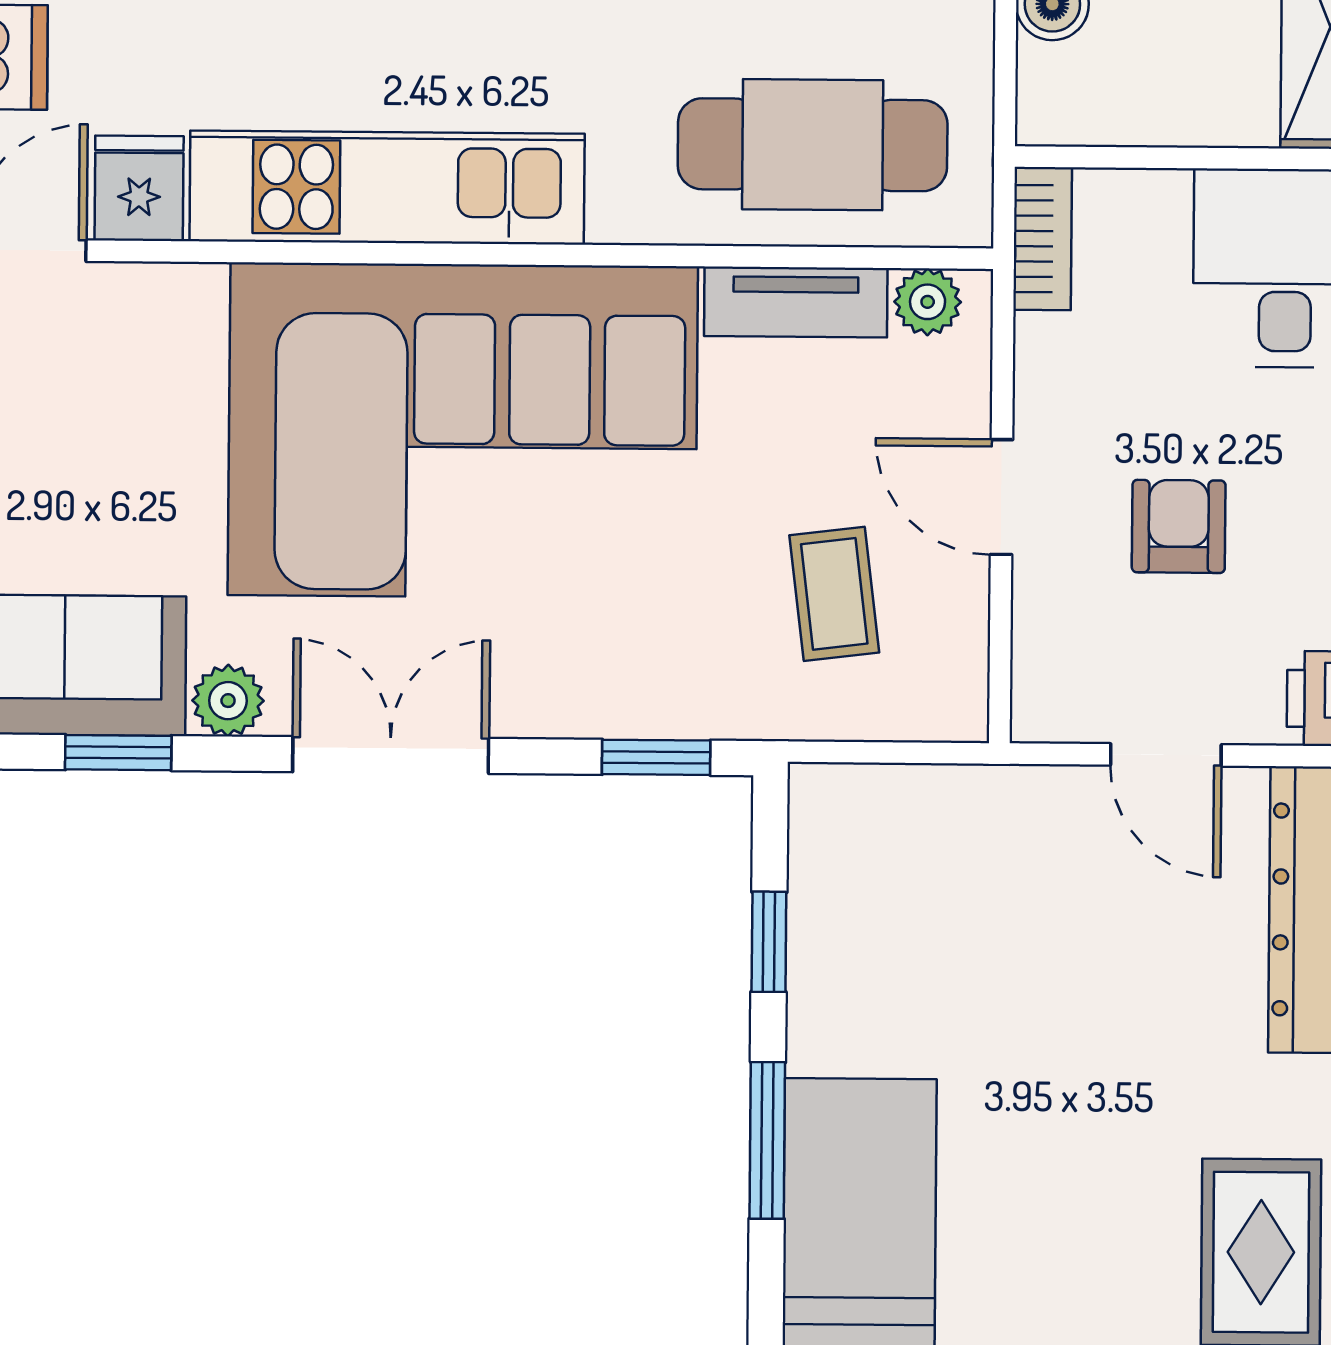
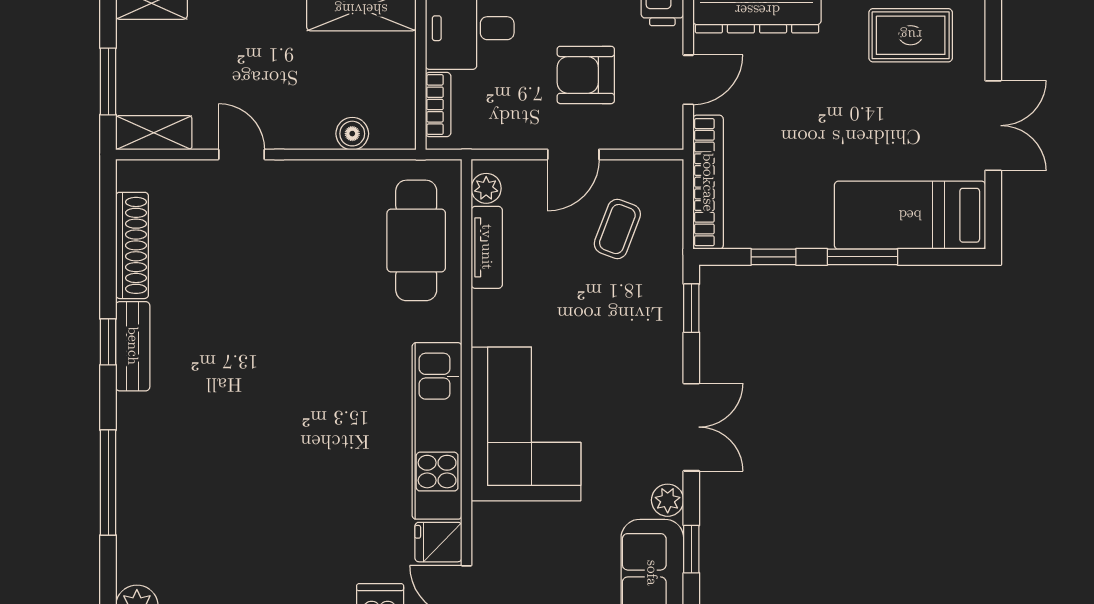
bookcase: (1043, 239) -> (438, 105), moved, turned 90
corner sofa: (463, 431) -> (526, 424), width x0.73, depth x0.74
armchair: (1179, 526) -> (586, 75), width x1.38, depth x1.38
coffee table: (834, 594) -> (617, 229), turned -62
double door: (391, 755) -> (691, 427), swing flipped
bookcase: (937, 797) -> (708, 182), added

